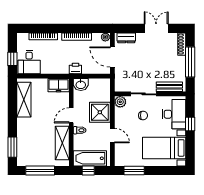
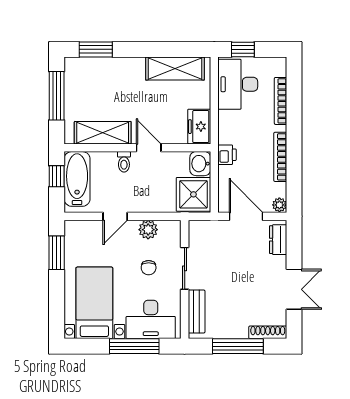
door: (112, 57) -> (246, 216), hinge flipped
desk: (29, 62) -> (238, 84), width x1.37
plant: (120, 102) -> (148, 230), moved
shower: (100, 112) -> (193, 194), moved
window: (190, 124) -> (134, 346), width x2.17

